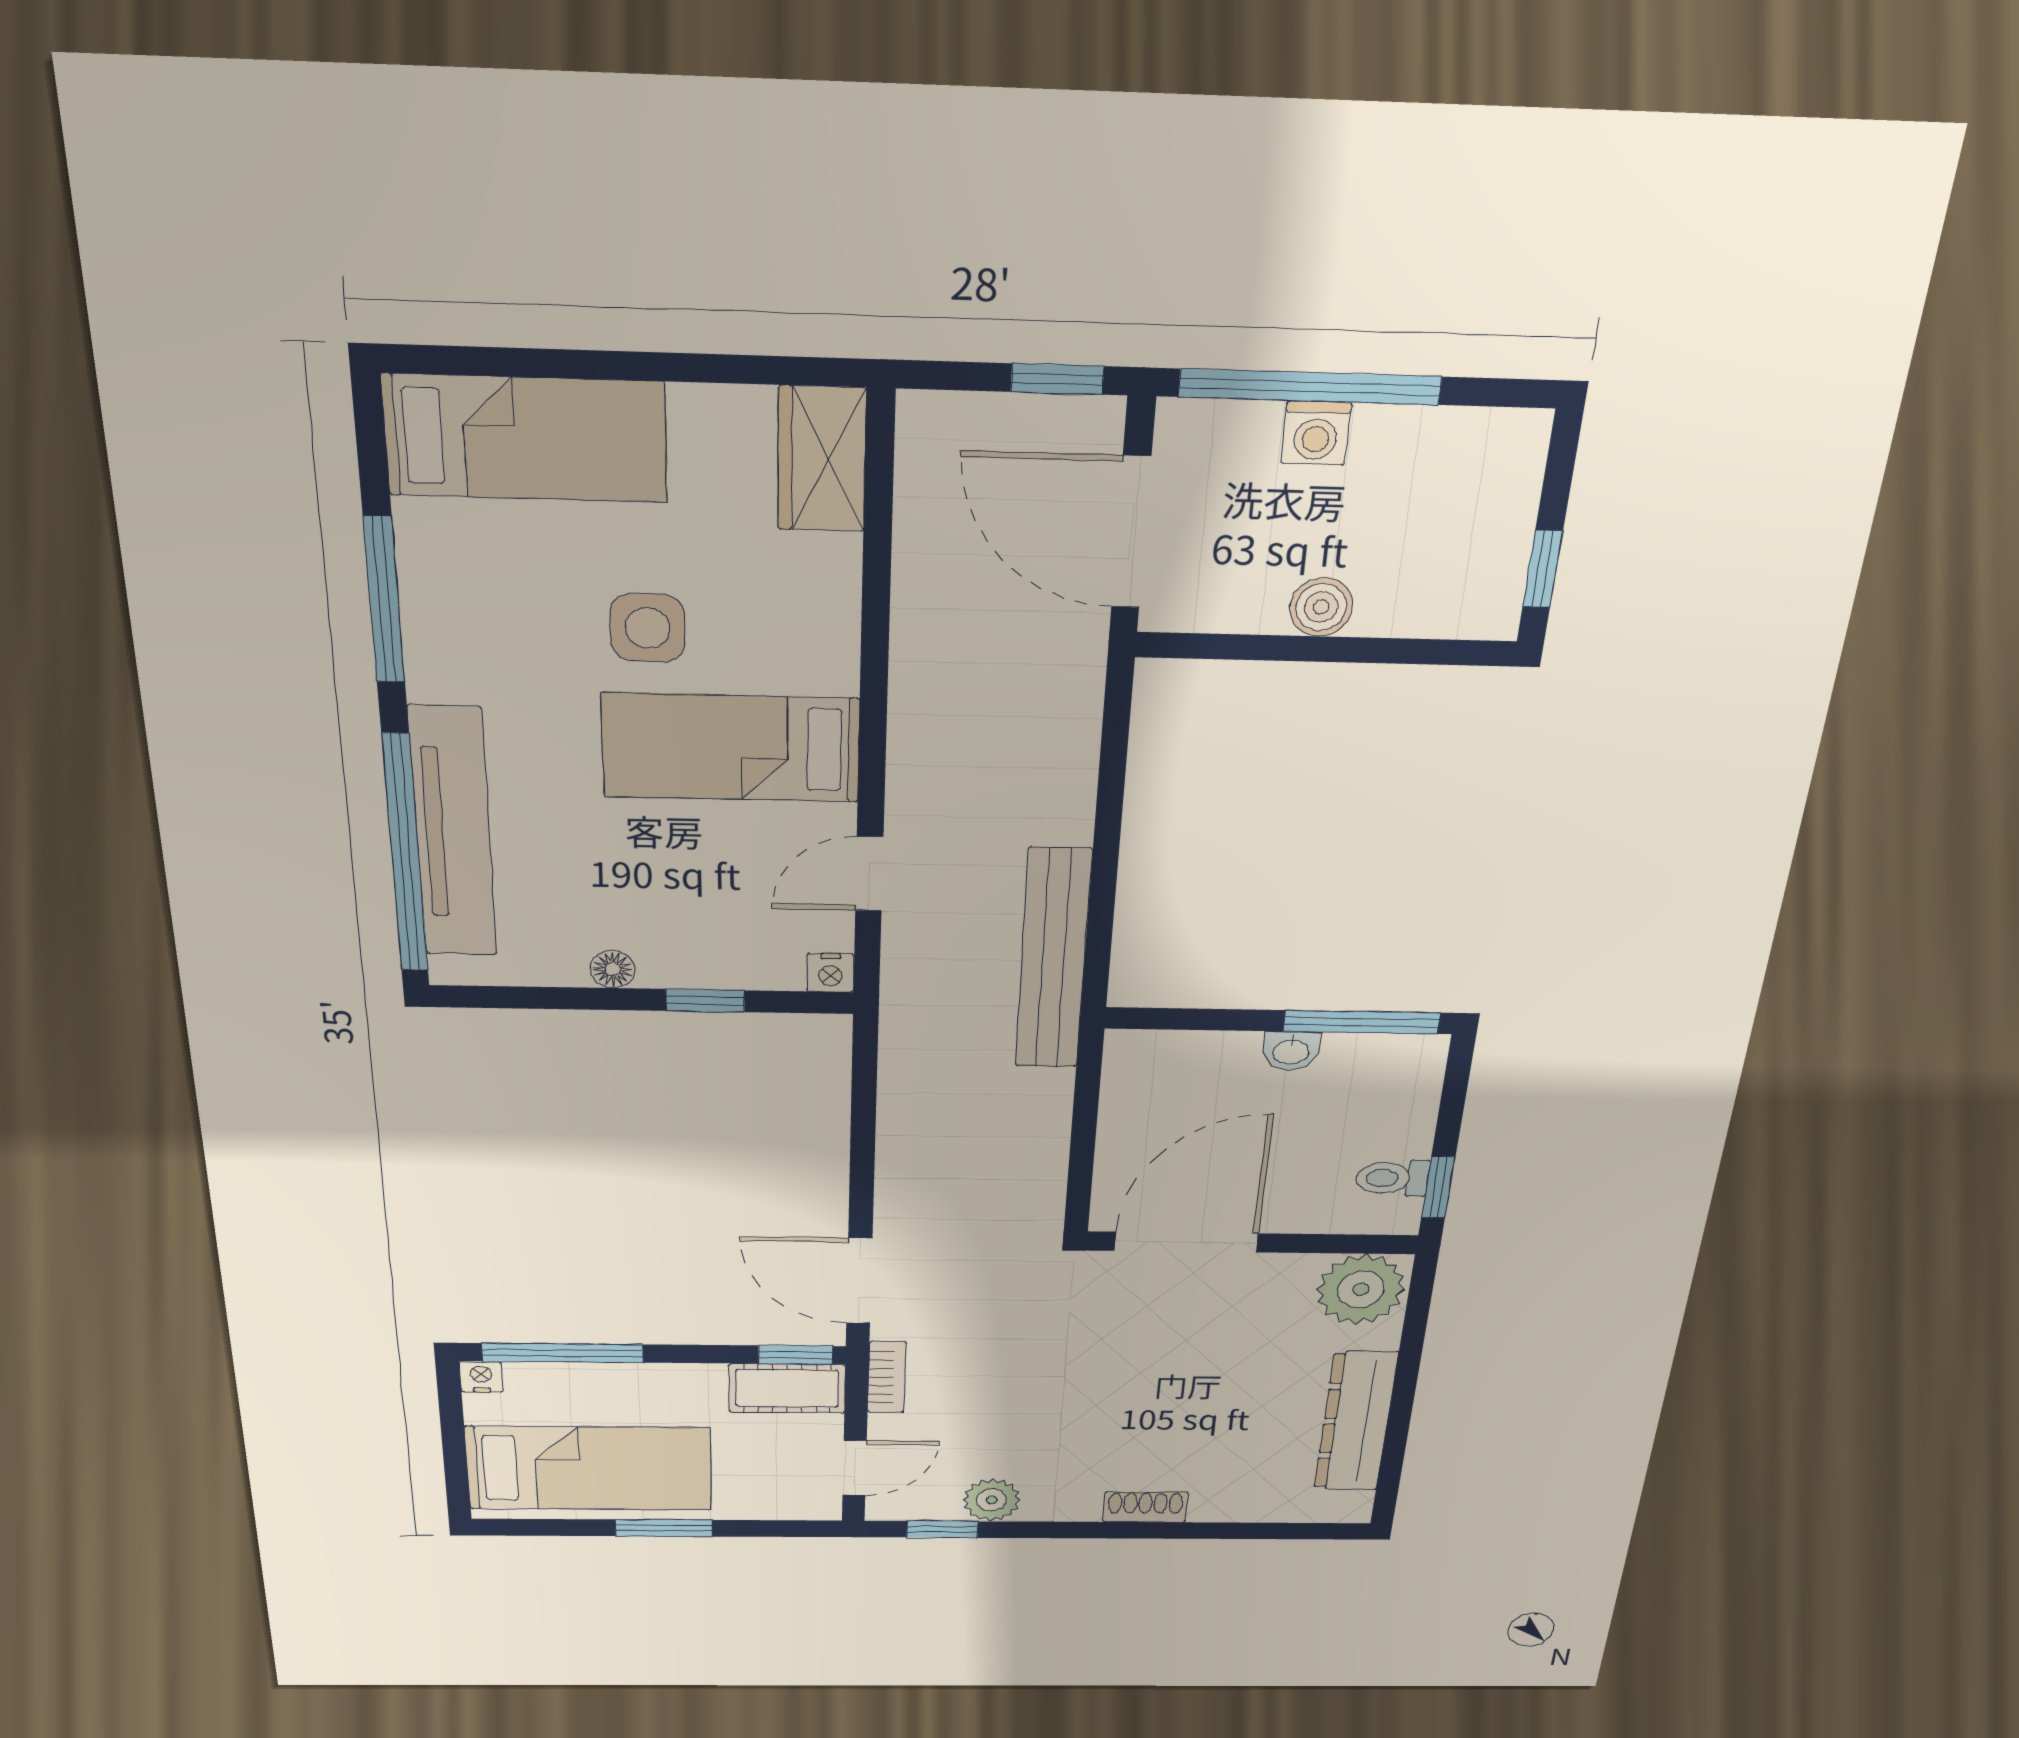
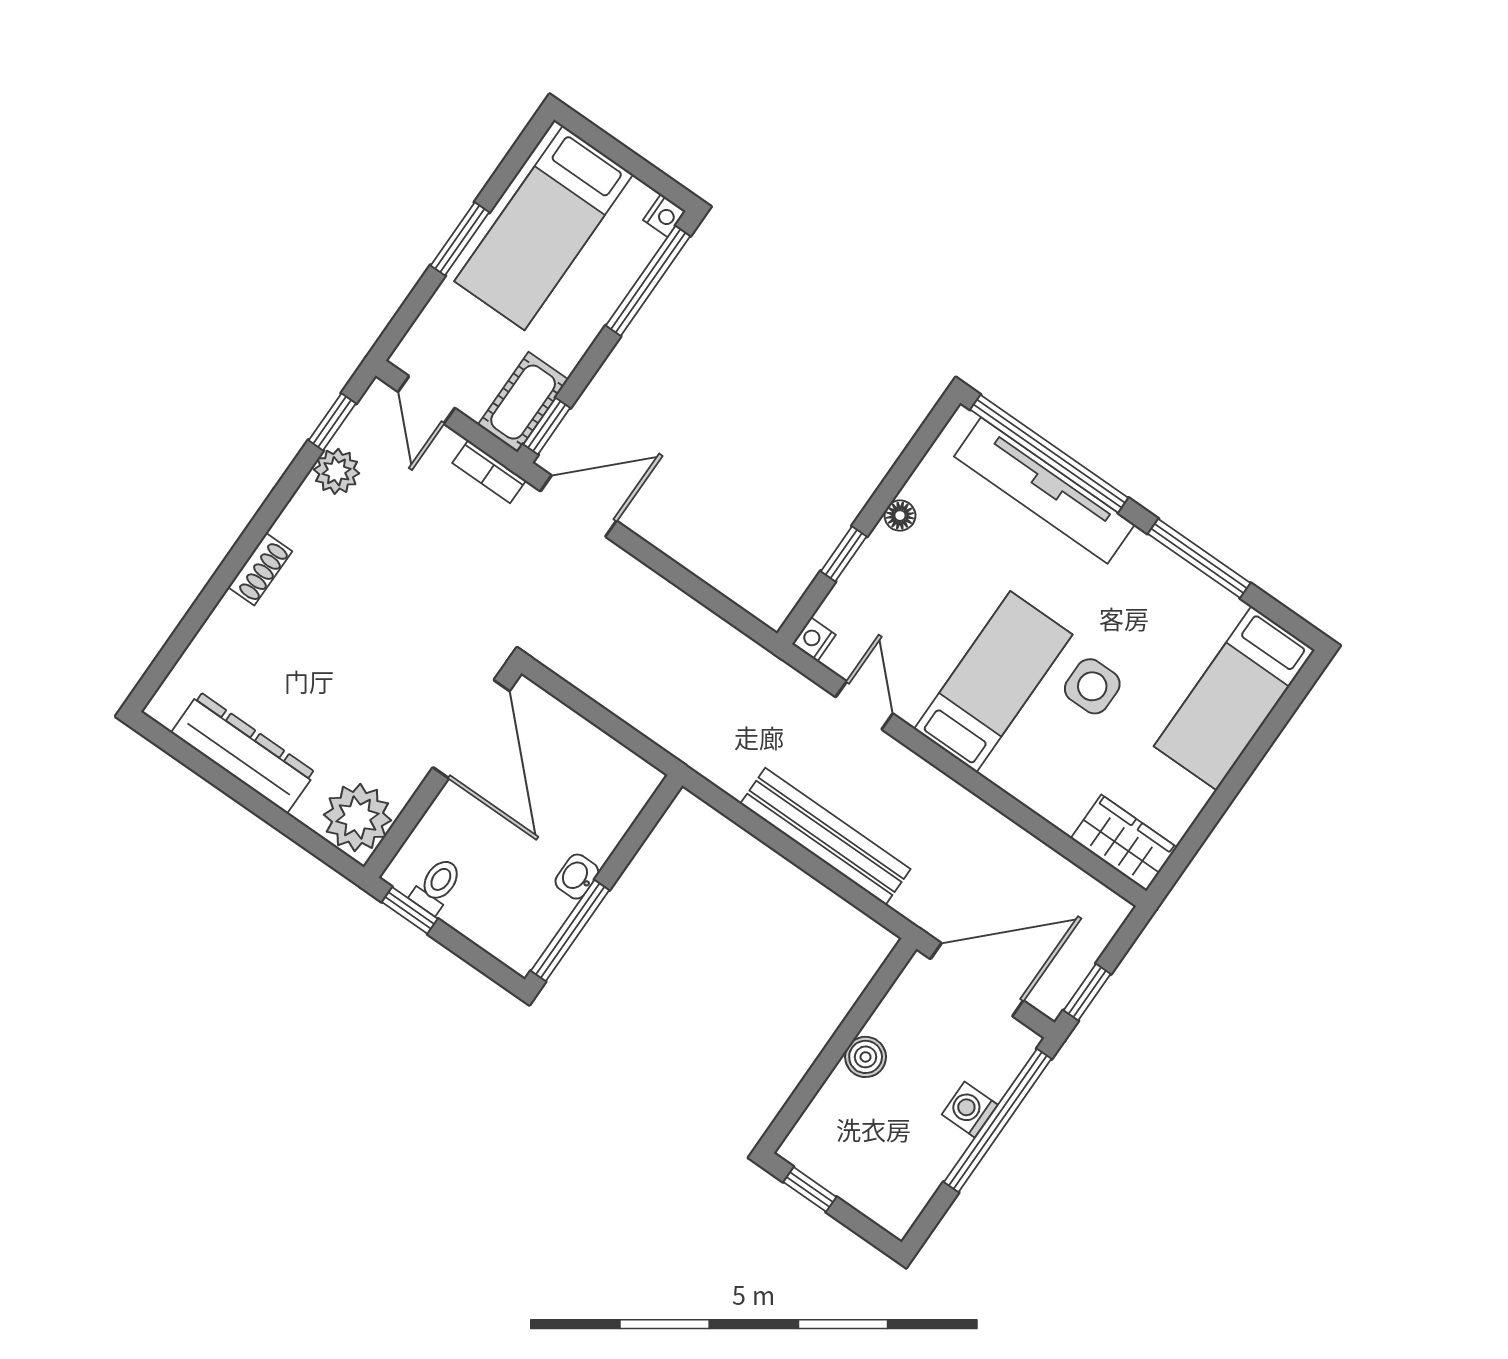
bench: (1053, 959) -> (825, 836), moved

